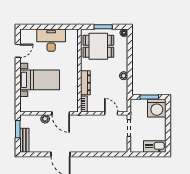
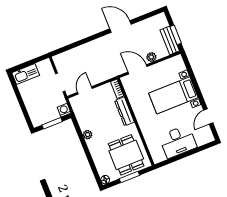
dining table: (98, 46) -> (126, 155), turned 90
washing machine: (157, 108) -> (64, 110), moved, width x0.53, depth x0.53
door: (111, 113) -> (85, 90), swing flipped
bench: (24, 140) -> (170, 40), moved

